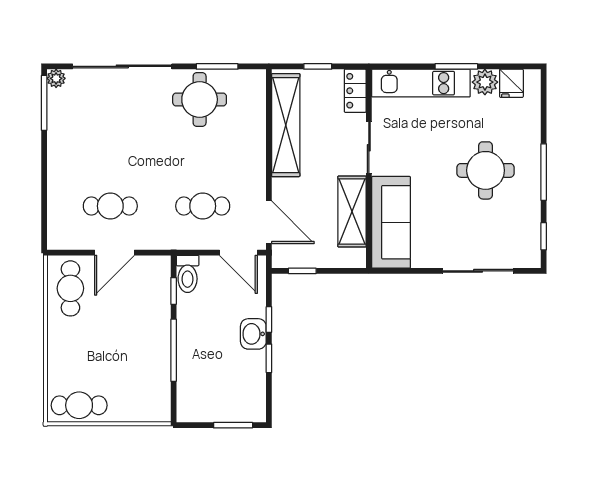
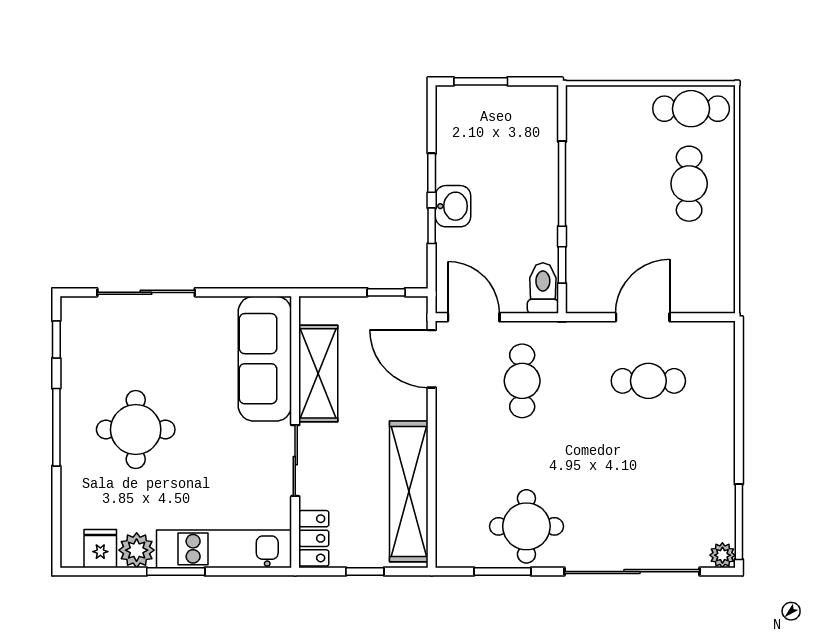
cafe table: (203, 206) -> (522, 381), turned 90
cafe table: (70, 288) -> (689, 184), moved

